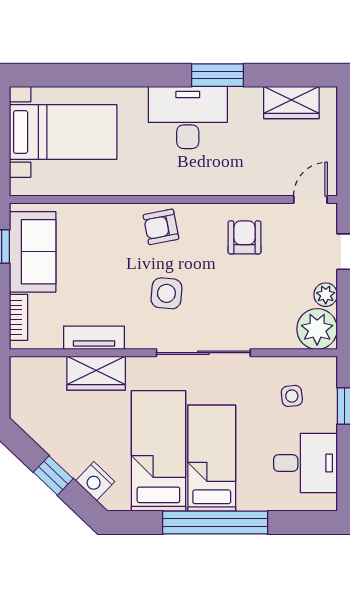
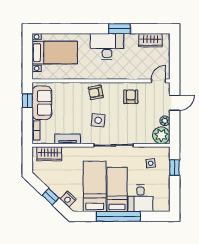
wardrobe: (96, 373) -> (49, 154), moved
desk: (305, 463) -> (140, 198), moved, turned 90

